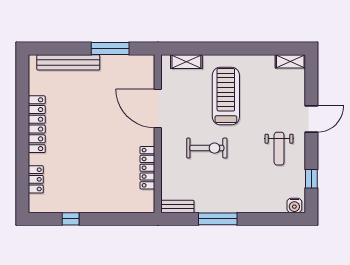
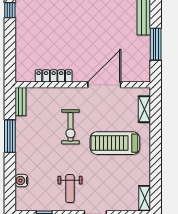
treadmill: (226, 96) -> (115, 143), turned 180
weight bench: (279, 149) -> (70, 189), turned -90
water cooler: (294, 205) -> (21, 181), moved

